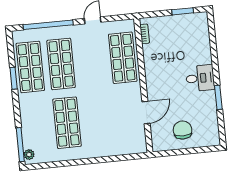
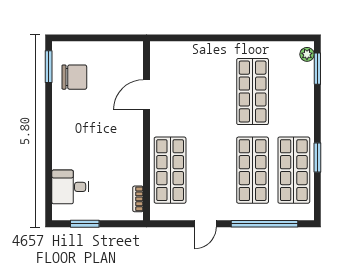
desk: (200, 78) -> (70, 187), moved
window: (218, 97) -> (49, 67), moved
chair: (183, 130) -> (74, 77), moved, turned -90
window: (20, 145) -> (317, 69), width x0.69

